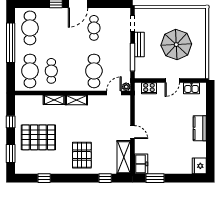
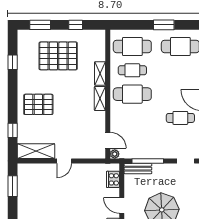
window: (11, 43) -> (164, 25), width x0.47
bench: (139, 45) -> (138, 169), moved
cafe table: (94, 71) -> (132, 94), moved
pallet: (38, 137) -> (58, 56), turned 90
freezer: (141, 164) -> (28, 171), removed

